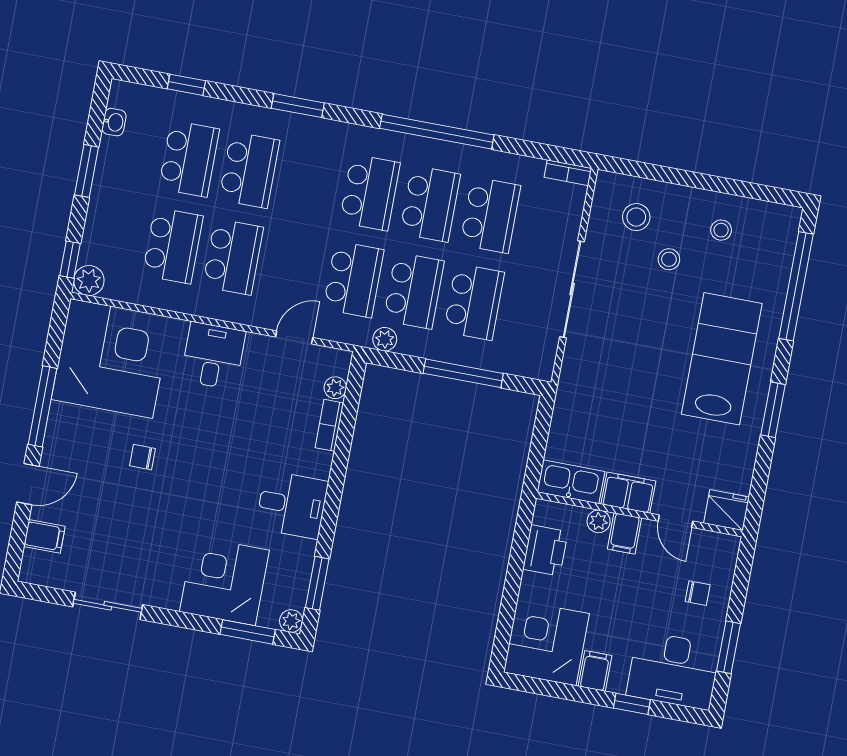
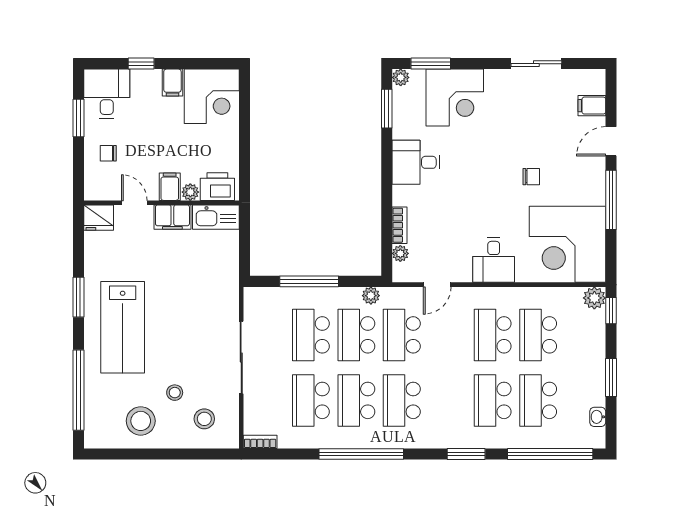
window: (186, 85) -> (550, 454), width x3.17
stool: (721, 230) -> (141, 421), width x1.89, depth x1.89
printer: (545, 550) -> (217, 187), moved, turned 90
desk: (674, 670) -> (107, 94), width x0.73

